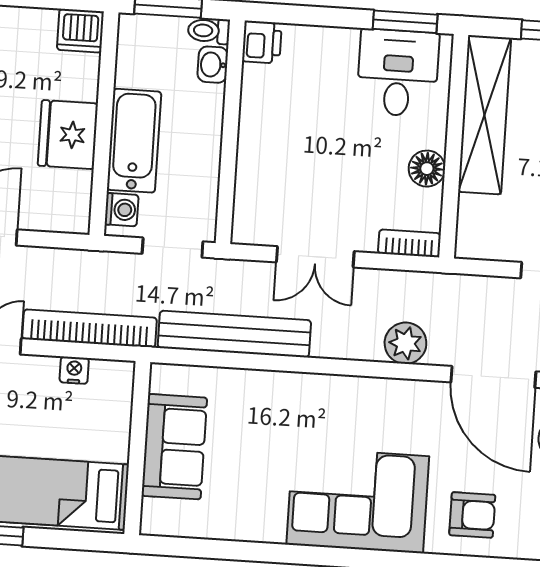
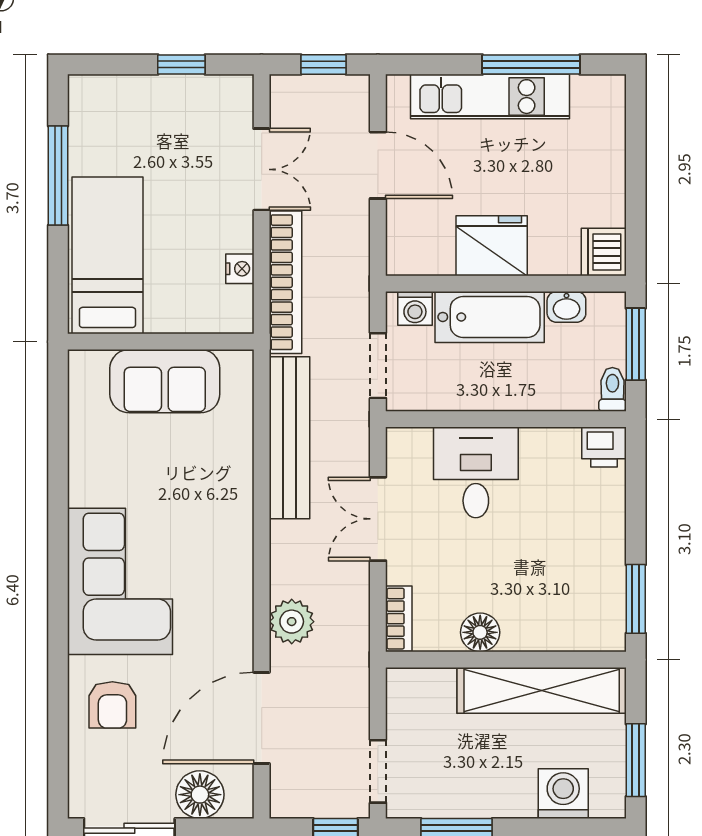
washbasin: (213, 65) -> (566, 307), moved, turned 180
desk: (398, 73) -> (476, 472), moved, turned -90

